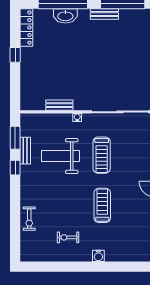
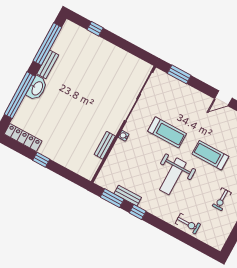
washbasin: (65, 16) -> (37, 88), moved
weight bench: (60, 156) -> (173, 176), moved

